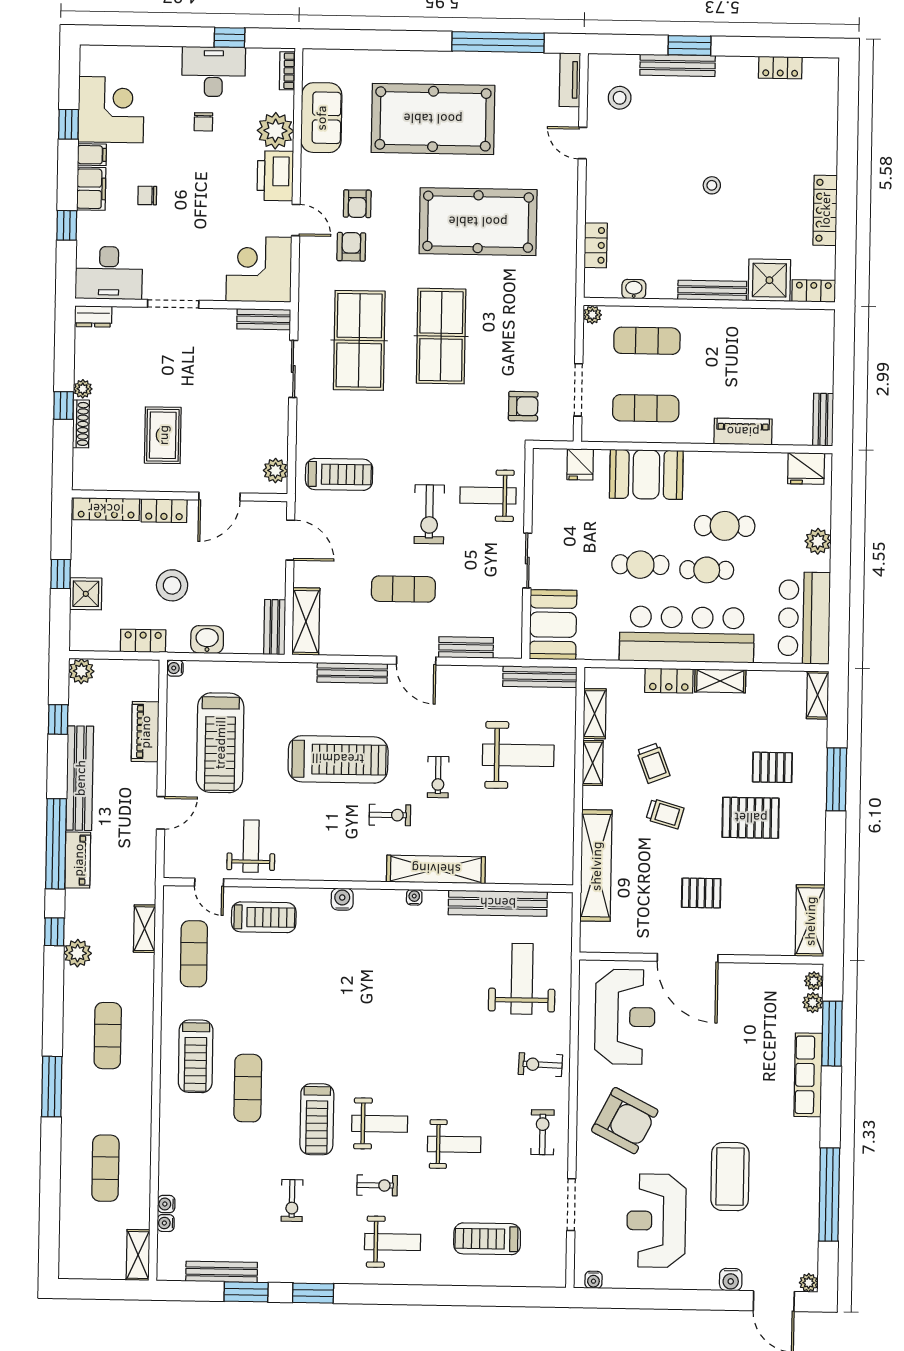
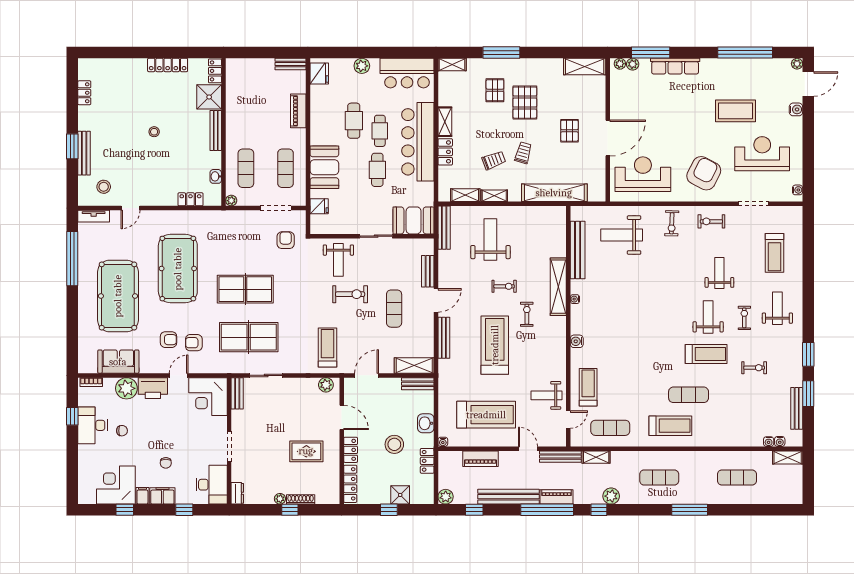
bench: (146, 868) -> (560, 457), added
water cooler: (166, 1204) -> (780, 441), moved
reception desk: (656, 1221) -> (762, 154), turned 180

